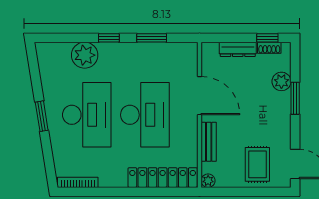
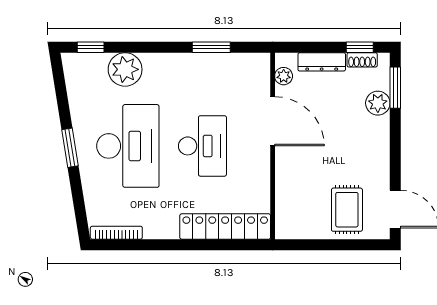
window: (109, 38) -> (91, 47), moved
window: (295, 98) -> (395, 88), moved
desk: (145, 115) -> (202, 146), width x0.73, depth x0.77
bench: (209, 142) -> (284, 180), removed
plant: (208, 181) -> (284, 76), moved

